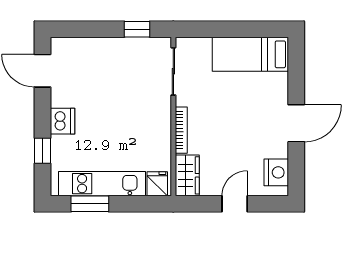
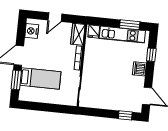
window: (137, 29) -> (125, 115), moved
bed: (250, 54) -> (40, 78), moved
window: (296, 76) -> (16, 80), added

